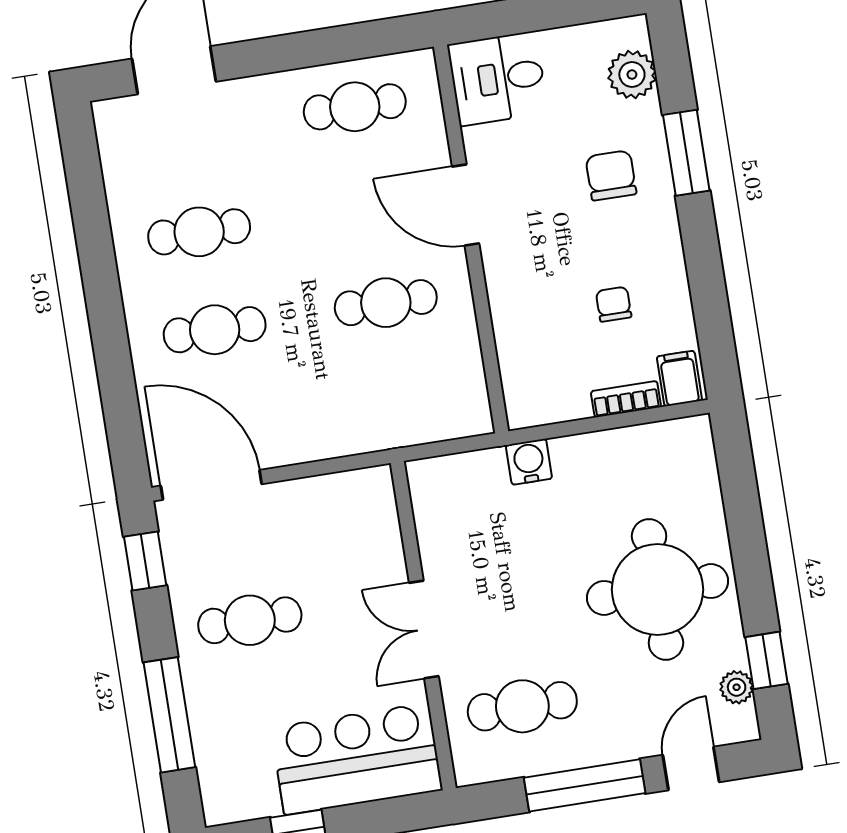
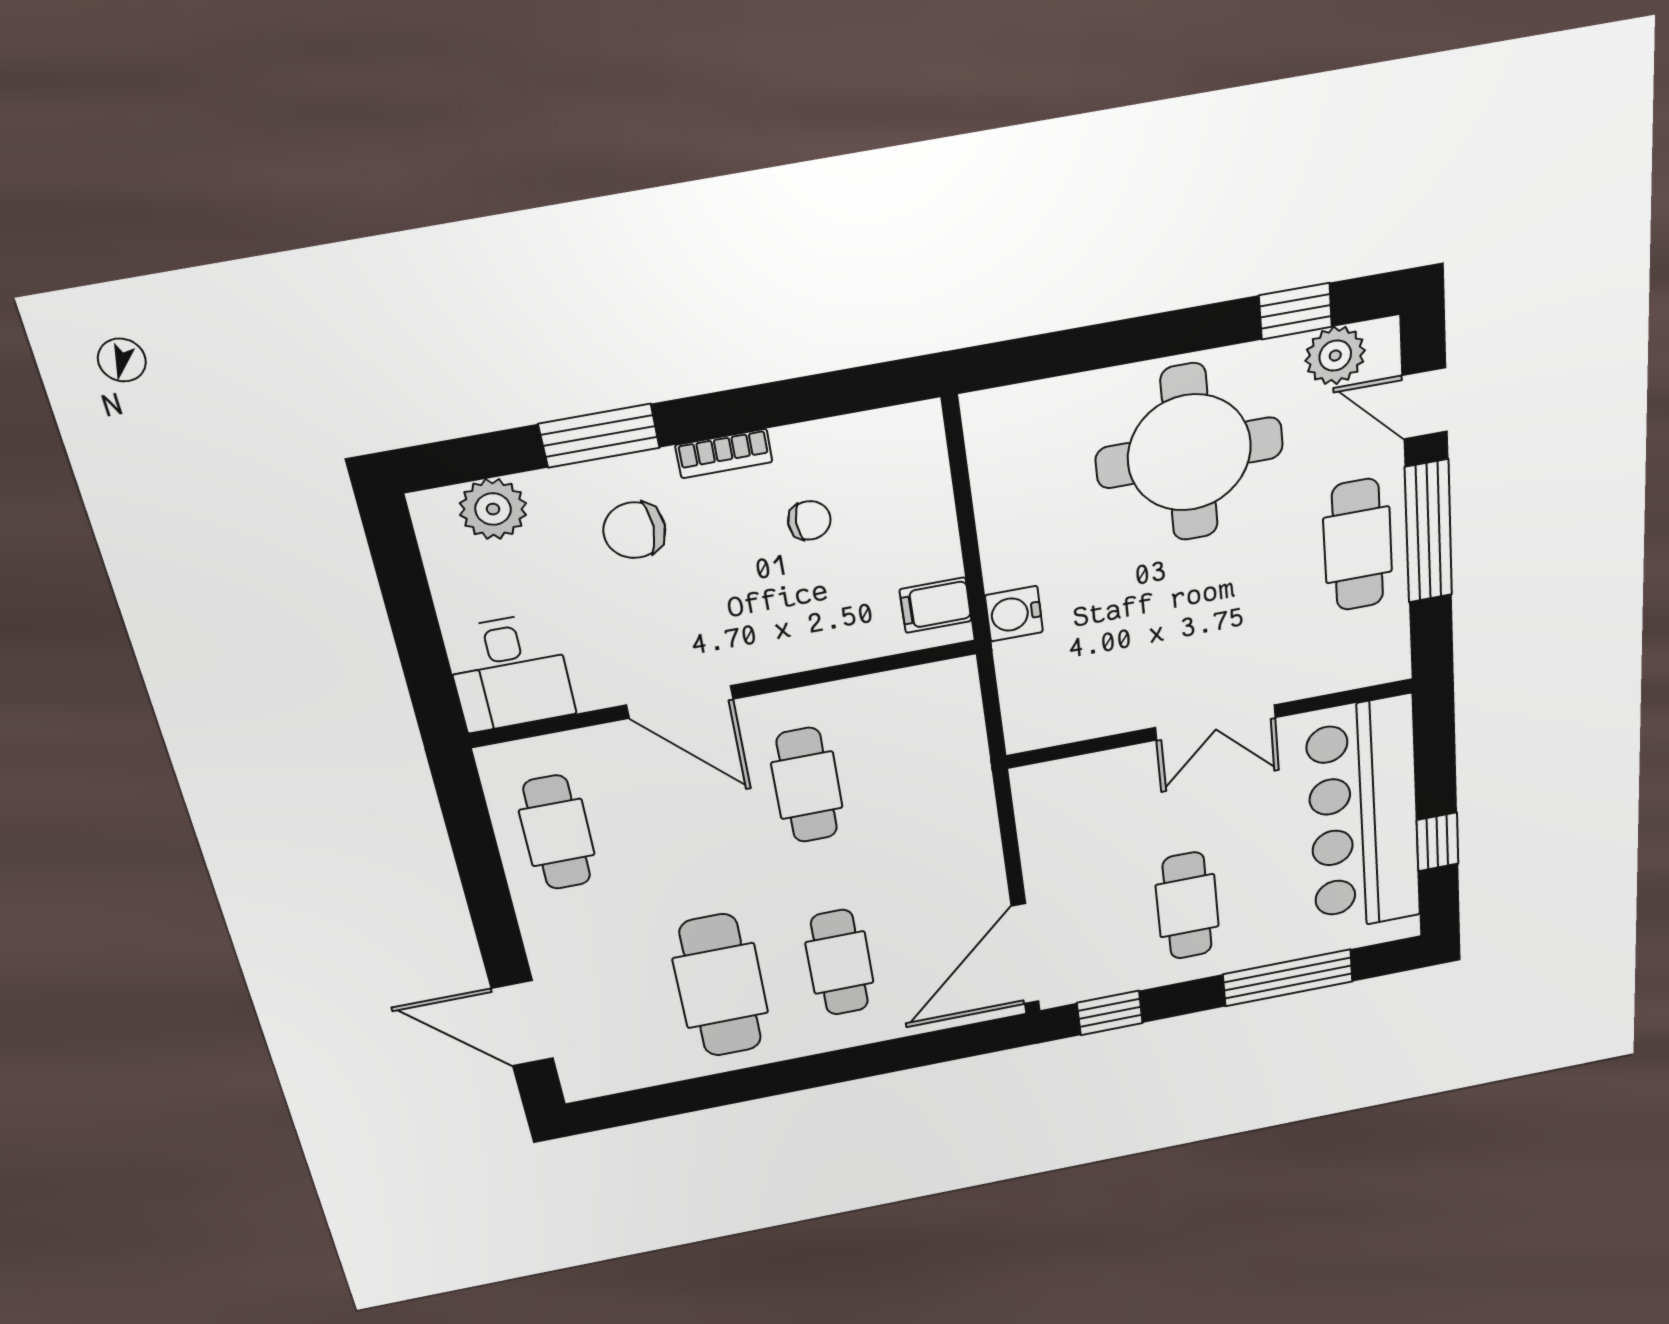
door: (466, 205) -> (680, 702), hinge flipped
cafe table: (199, 232) -> (720, 986), width x1.37, depth x1.35
chair: (614, 304) -> (809, 520), turned 180
filing cabinet: (679, 378) -> (936, 605), moved
bookcase: (626, 399) -> (724, 454), moved, turned -90
plant: (737, 687) -> (1335, 356), width x1.38, depth x1.38
cafe table: (522, 706) -> (1358, 545), moved
bar counter: (357, 759) -> (1364, 816), width x1.36

